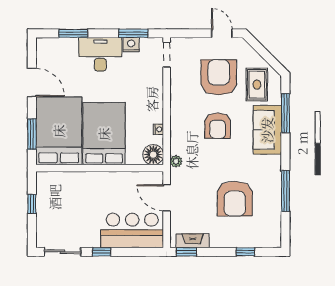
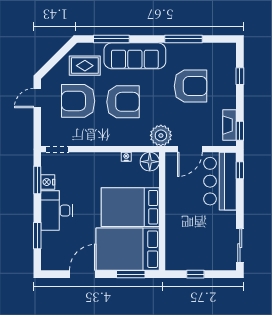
armchair: (218, 126) -> (123, 102), width x1.36, depth x1.36
sofa: (267, 130) -> (135, 56), width x1.36
plant: (176, 161) -> (161, 135), width x1.87, depth x1.87
window: (102, 252) -> (240, 170), moved

